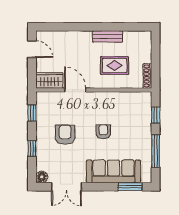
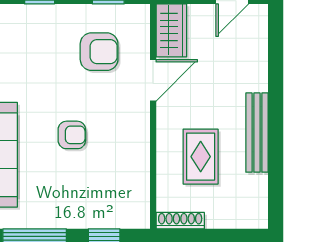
bench: (108, 36) -> (257, 133), width x1.36
armchair: (65, 135) -> (99, 52), moved

